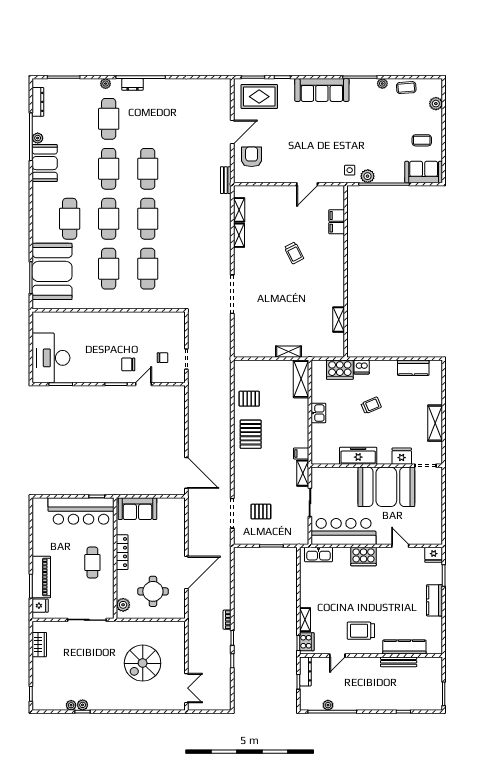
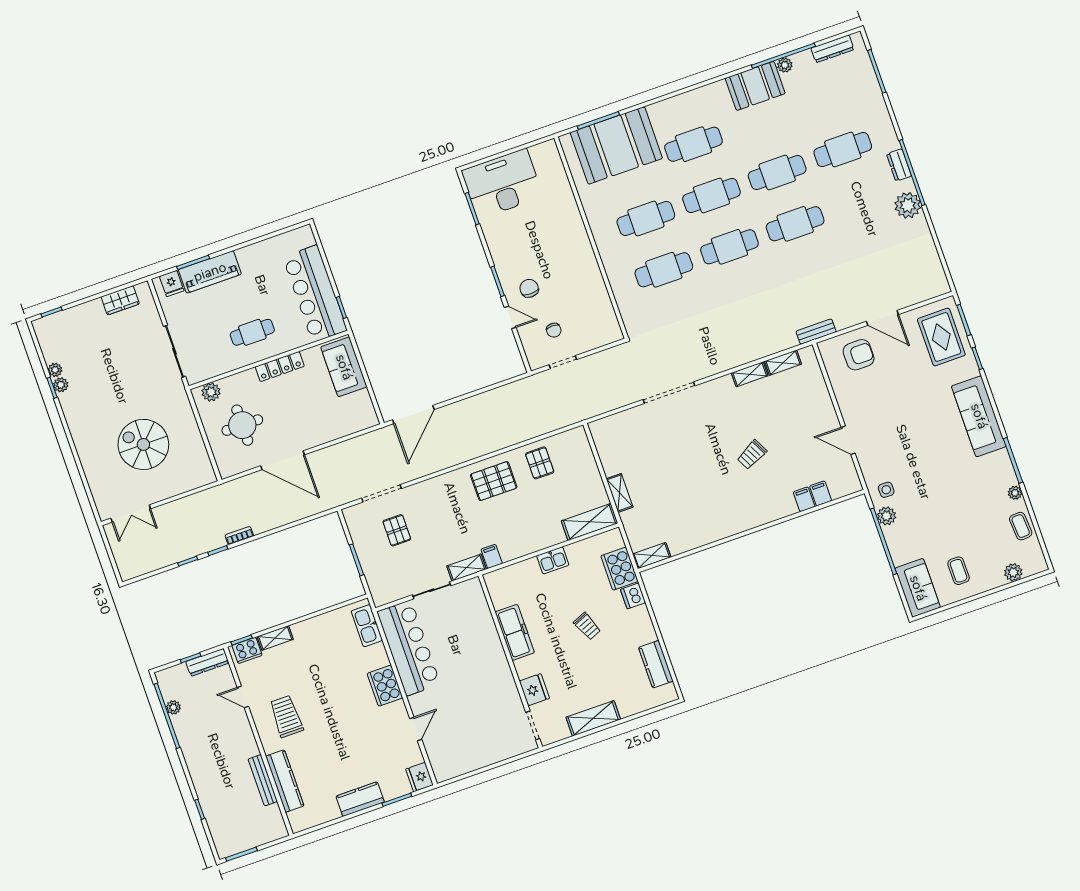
plant: (106, 84) -> (908, 205), moved, width x1.88, depth x1.88
shelving: (339, 320) -> (652, 556), moved
booth: (386, 487) -> (487, 684), removed

